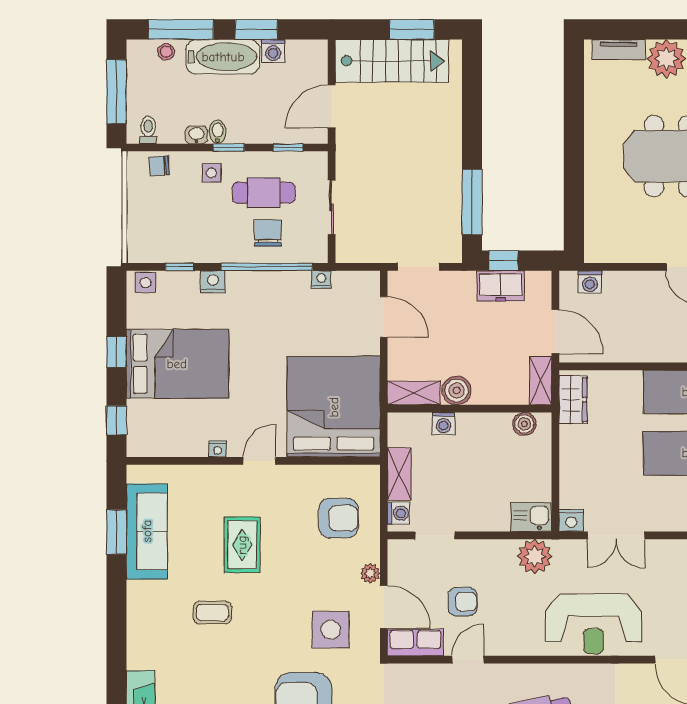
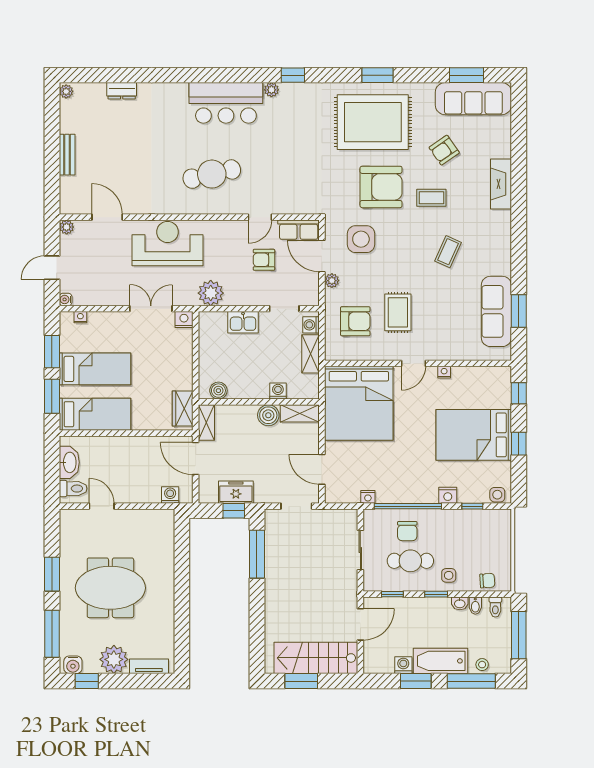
bidet: (218, 132) -> (475, 606), moved
kitchen sink: (531, 517) -> (243, 322), moved
armchair: (338, 518) -> (355, 321), turned 180
rug: (242, 545) -> (398, 312), moved
coffee table: (212, 613) -> (448, 252), turned -66
coffee table: (235, 686) -> (431, 198), added

